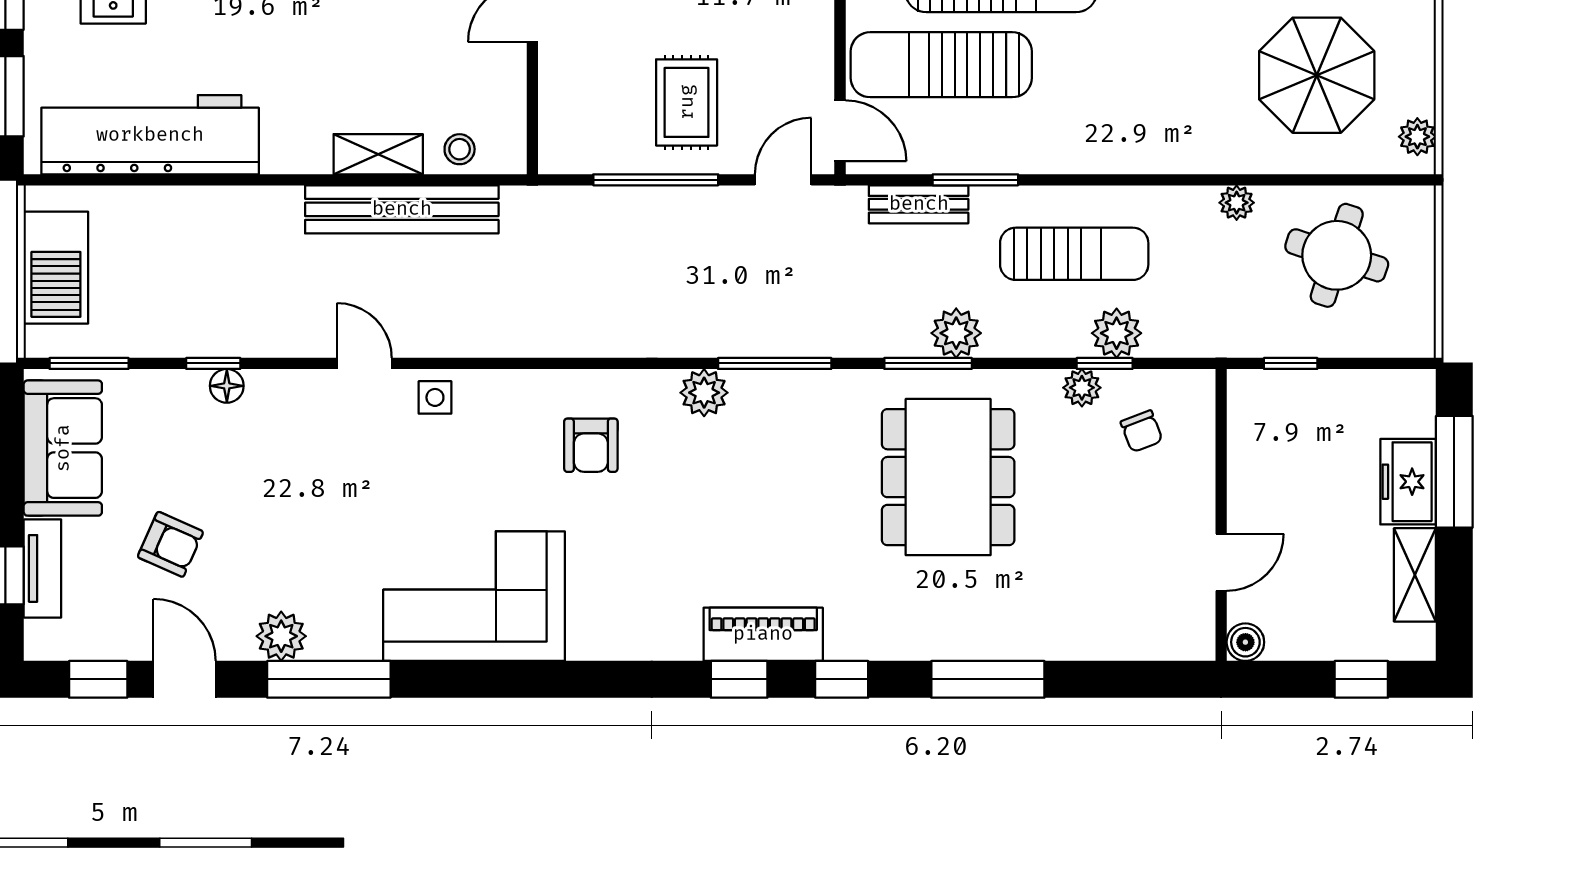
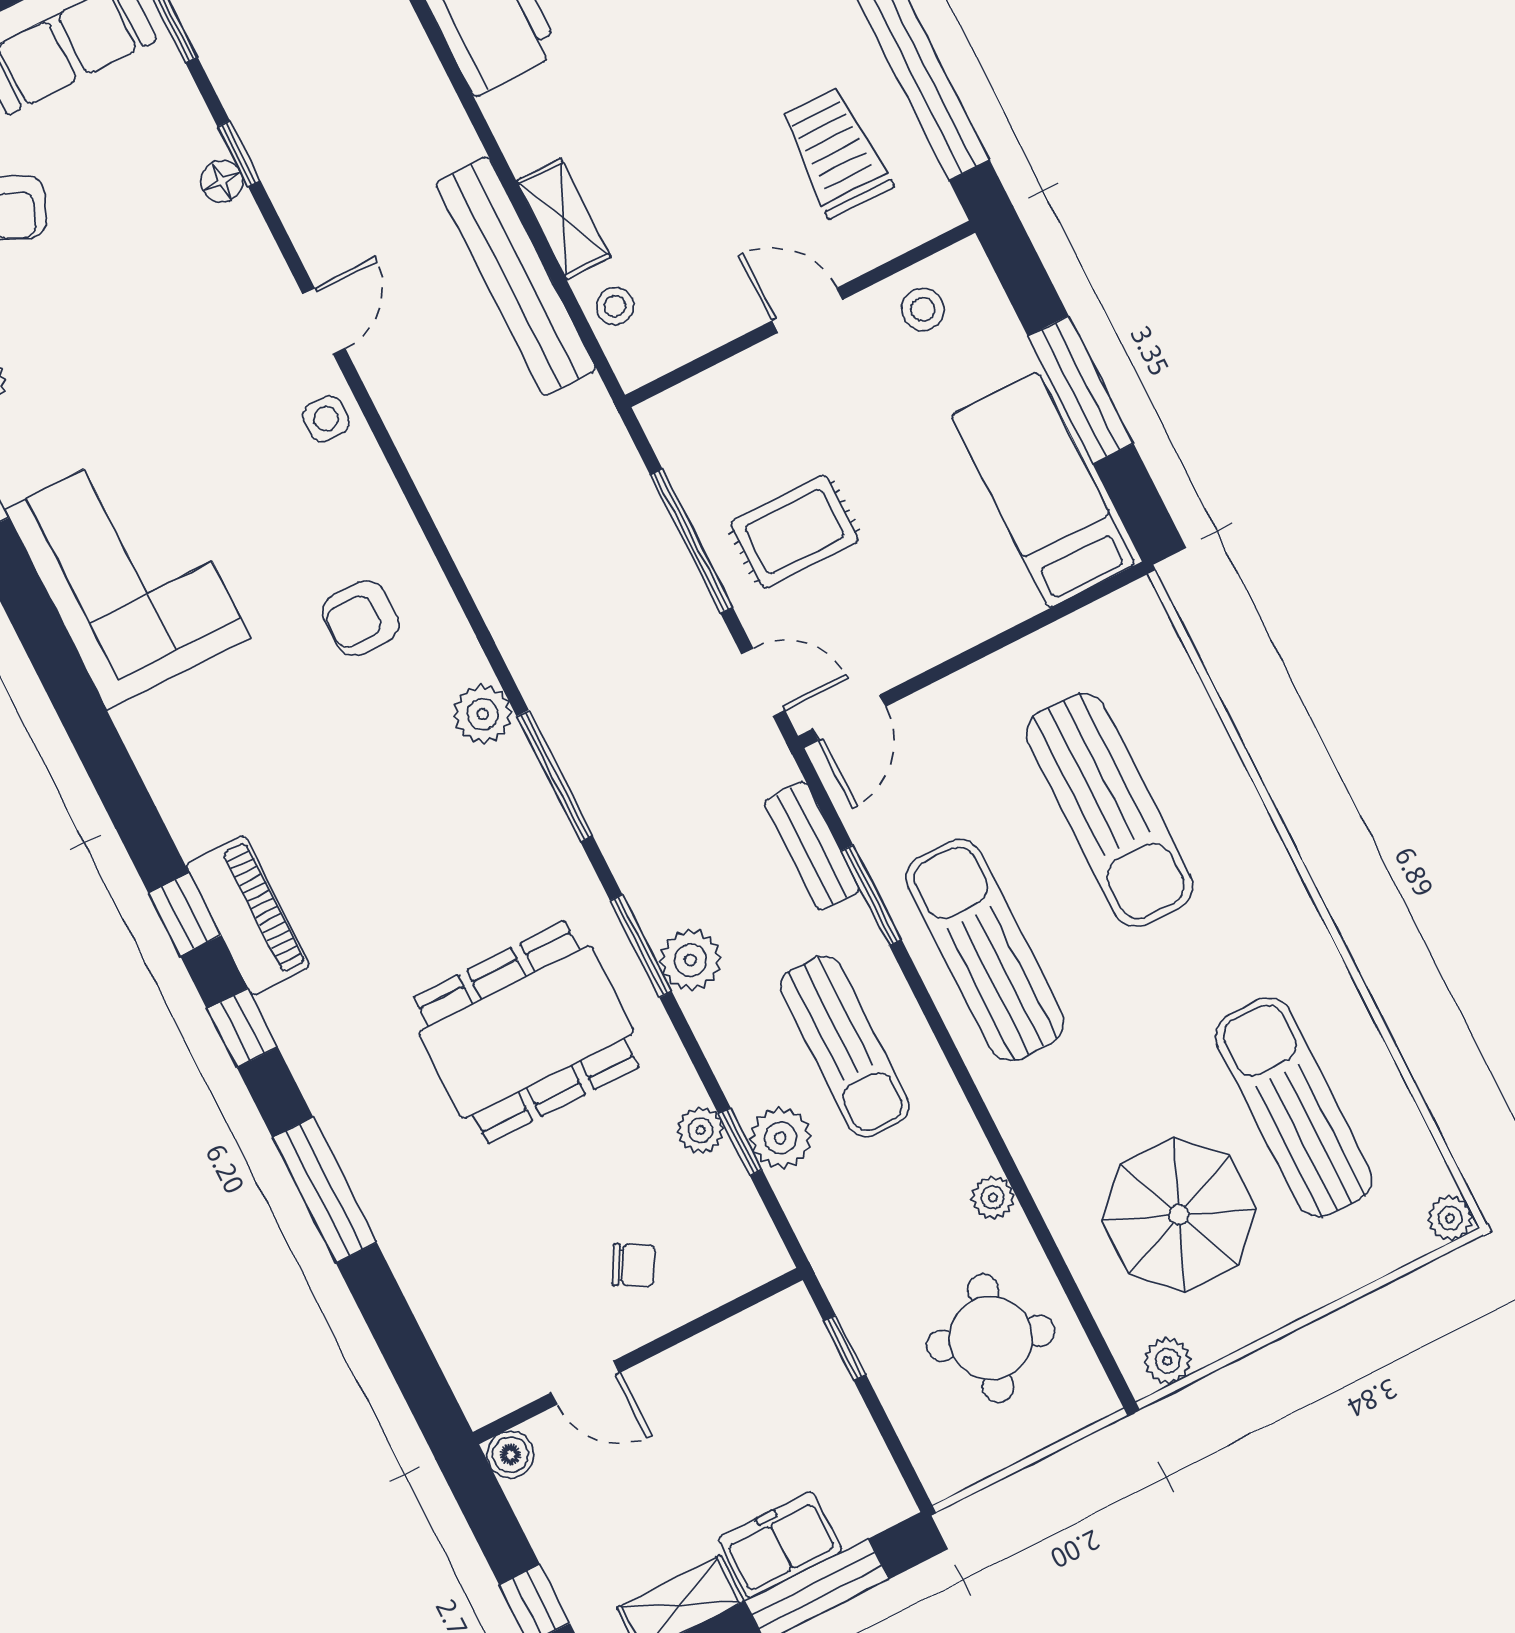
sun lounger: (941, 65) -> (985, 950), moved
chair: (1142, 431) -> (633, 1265), moved, turned -130

